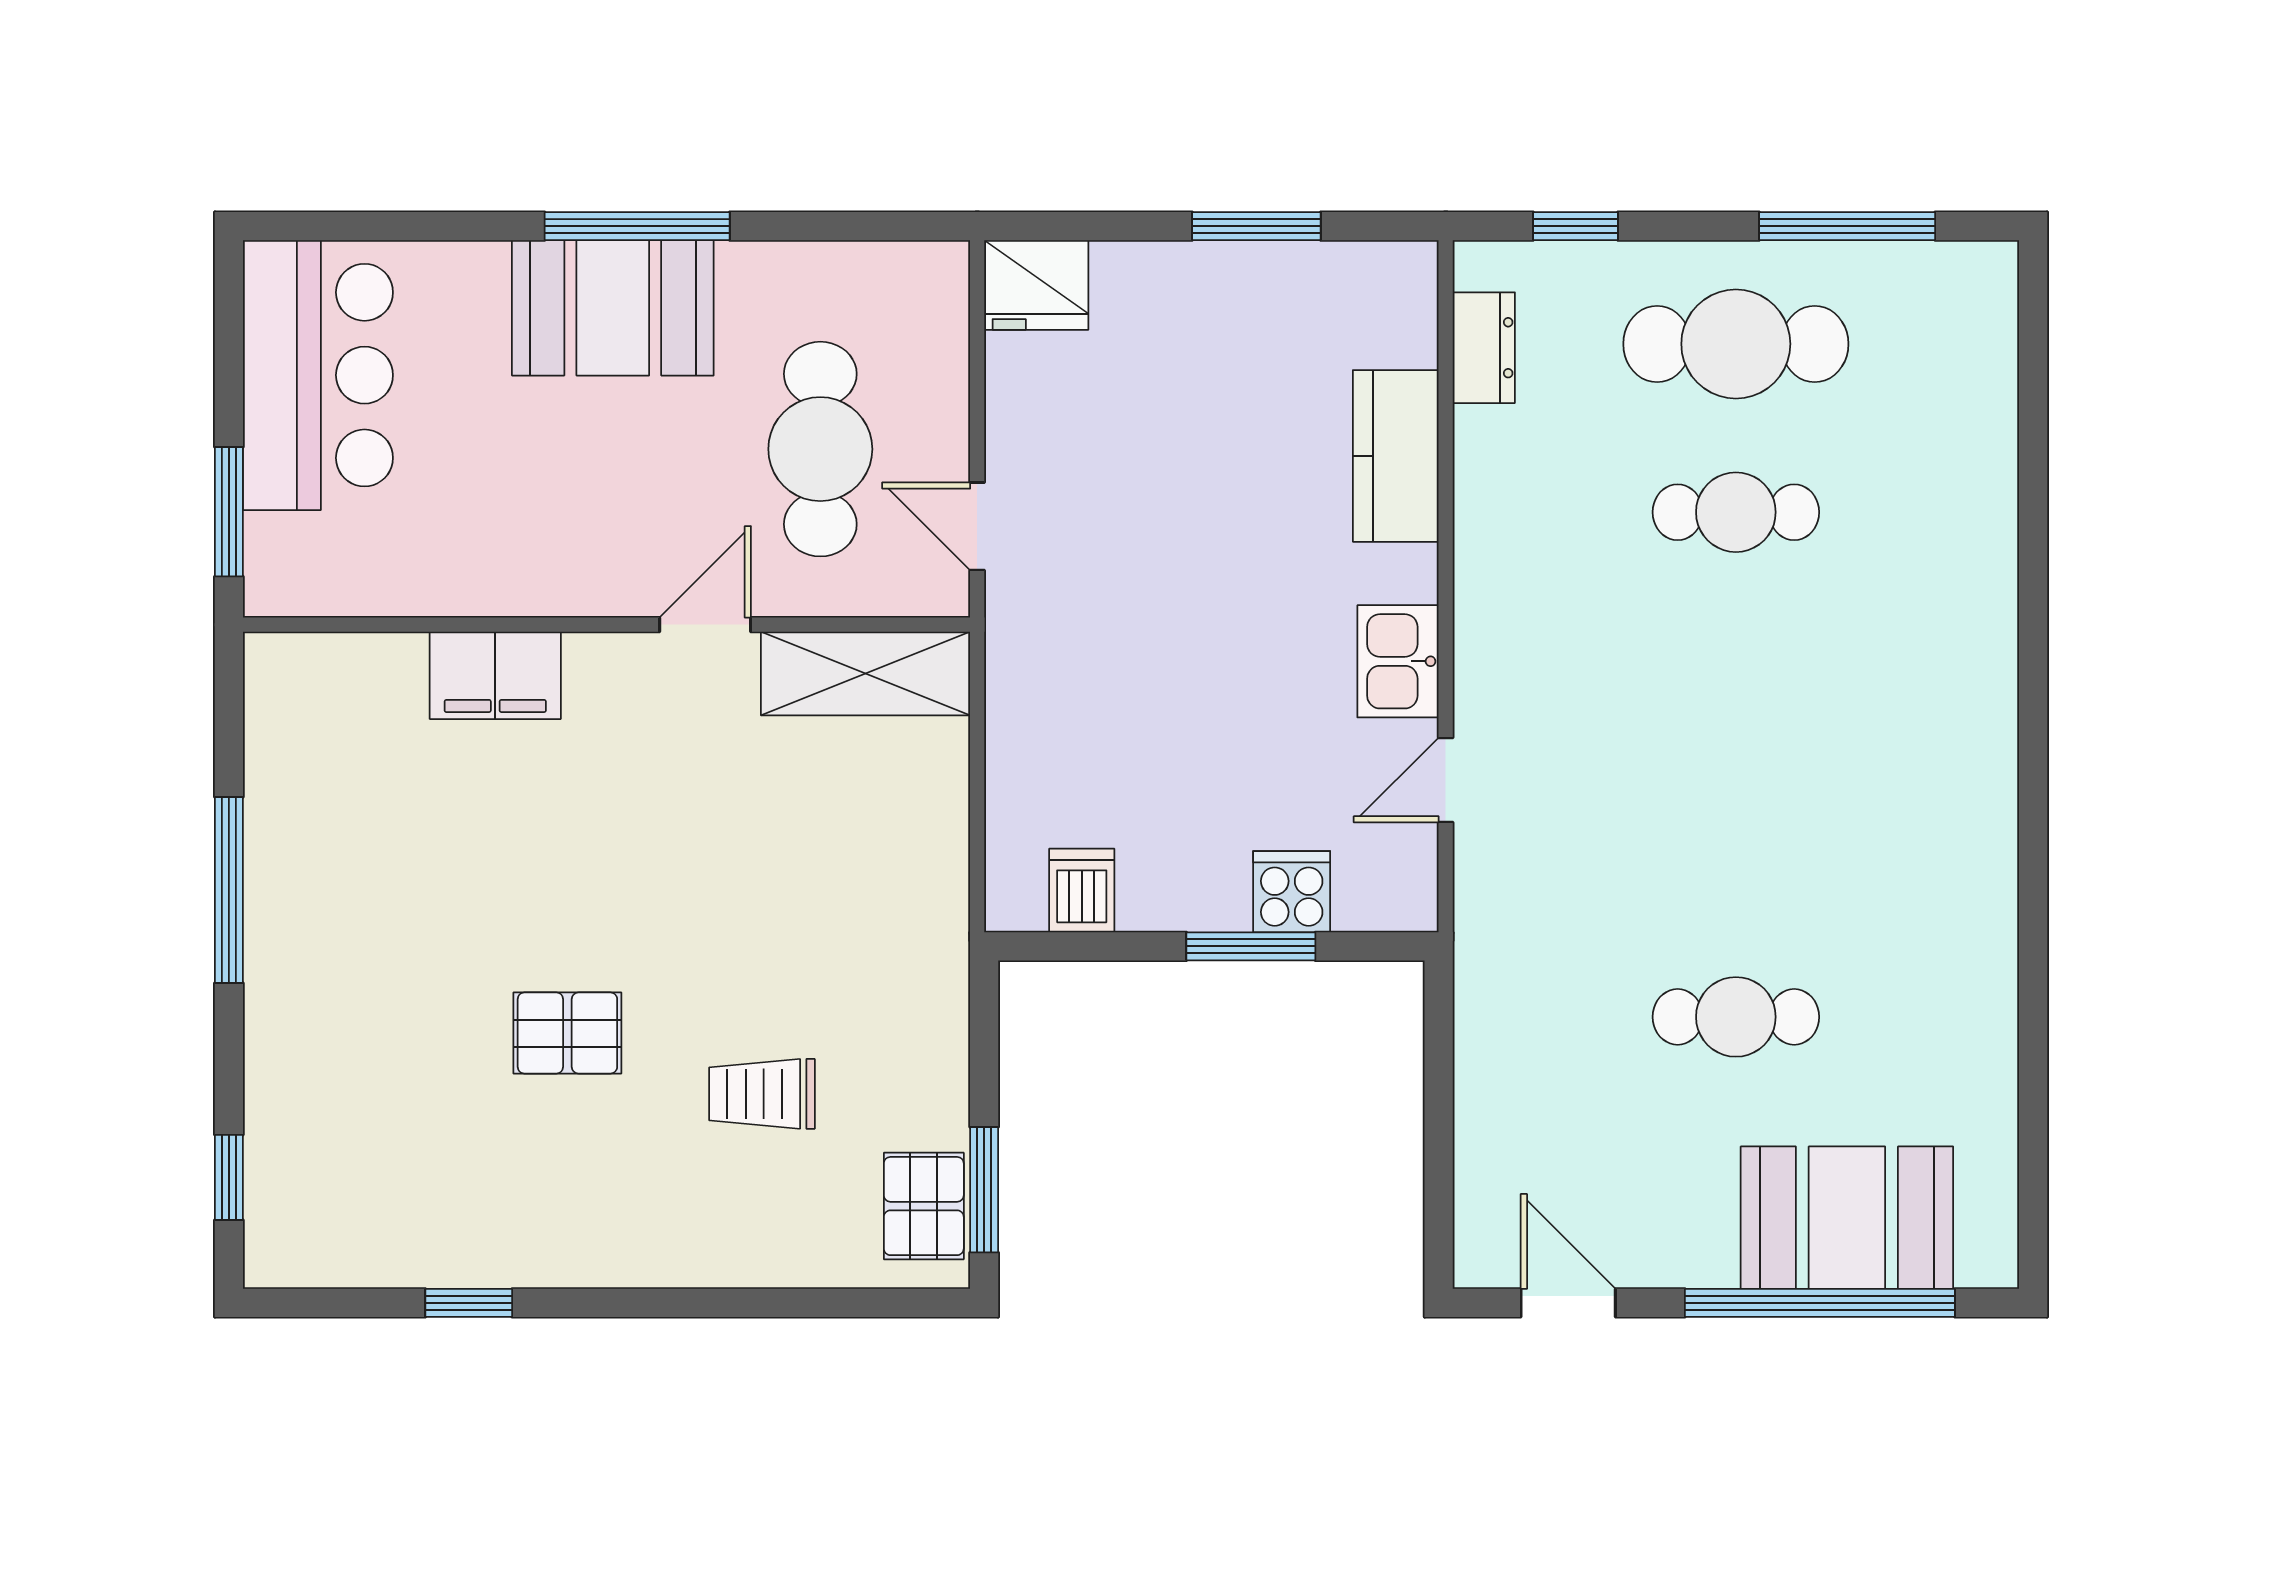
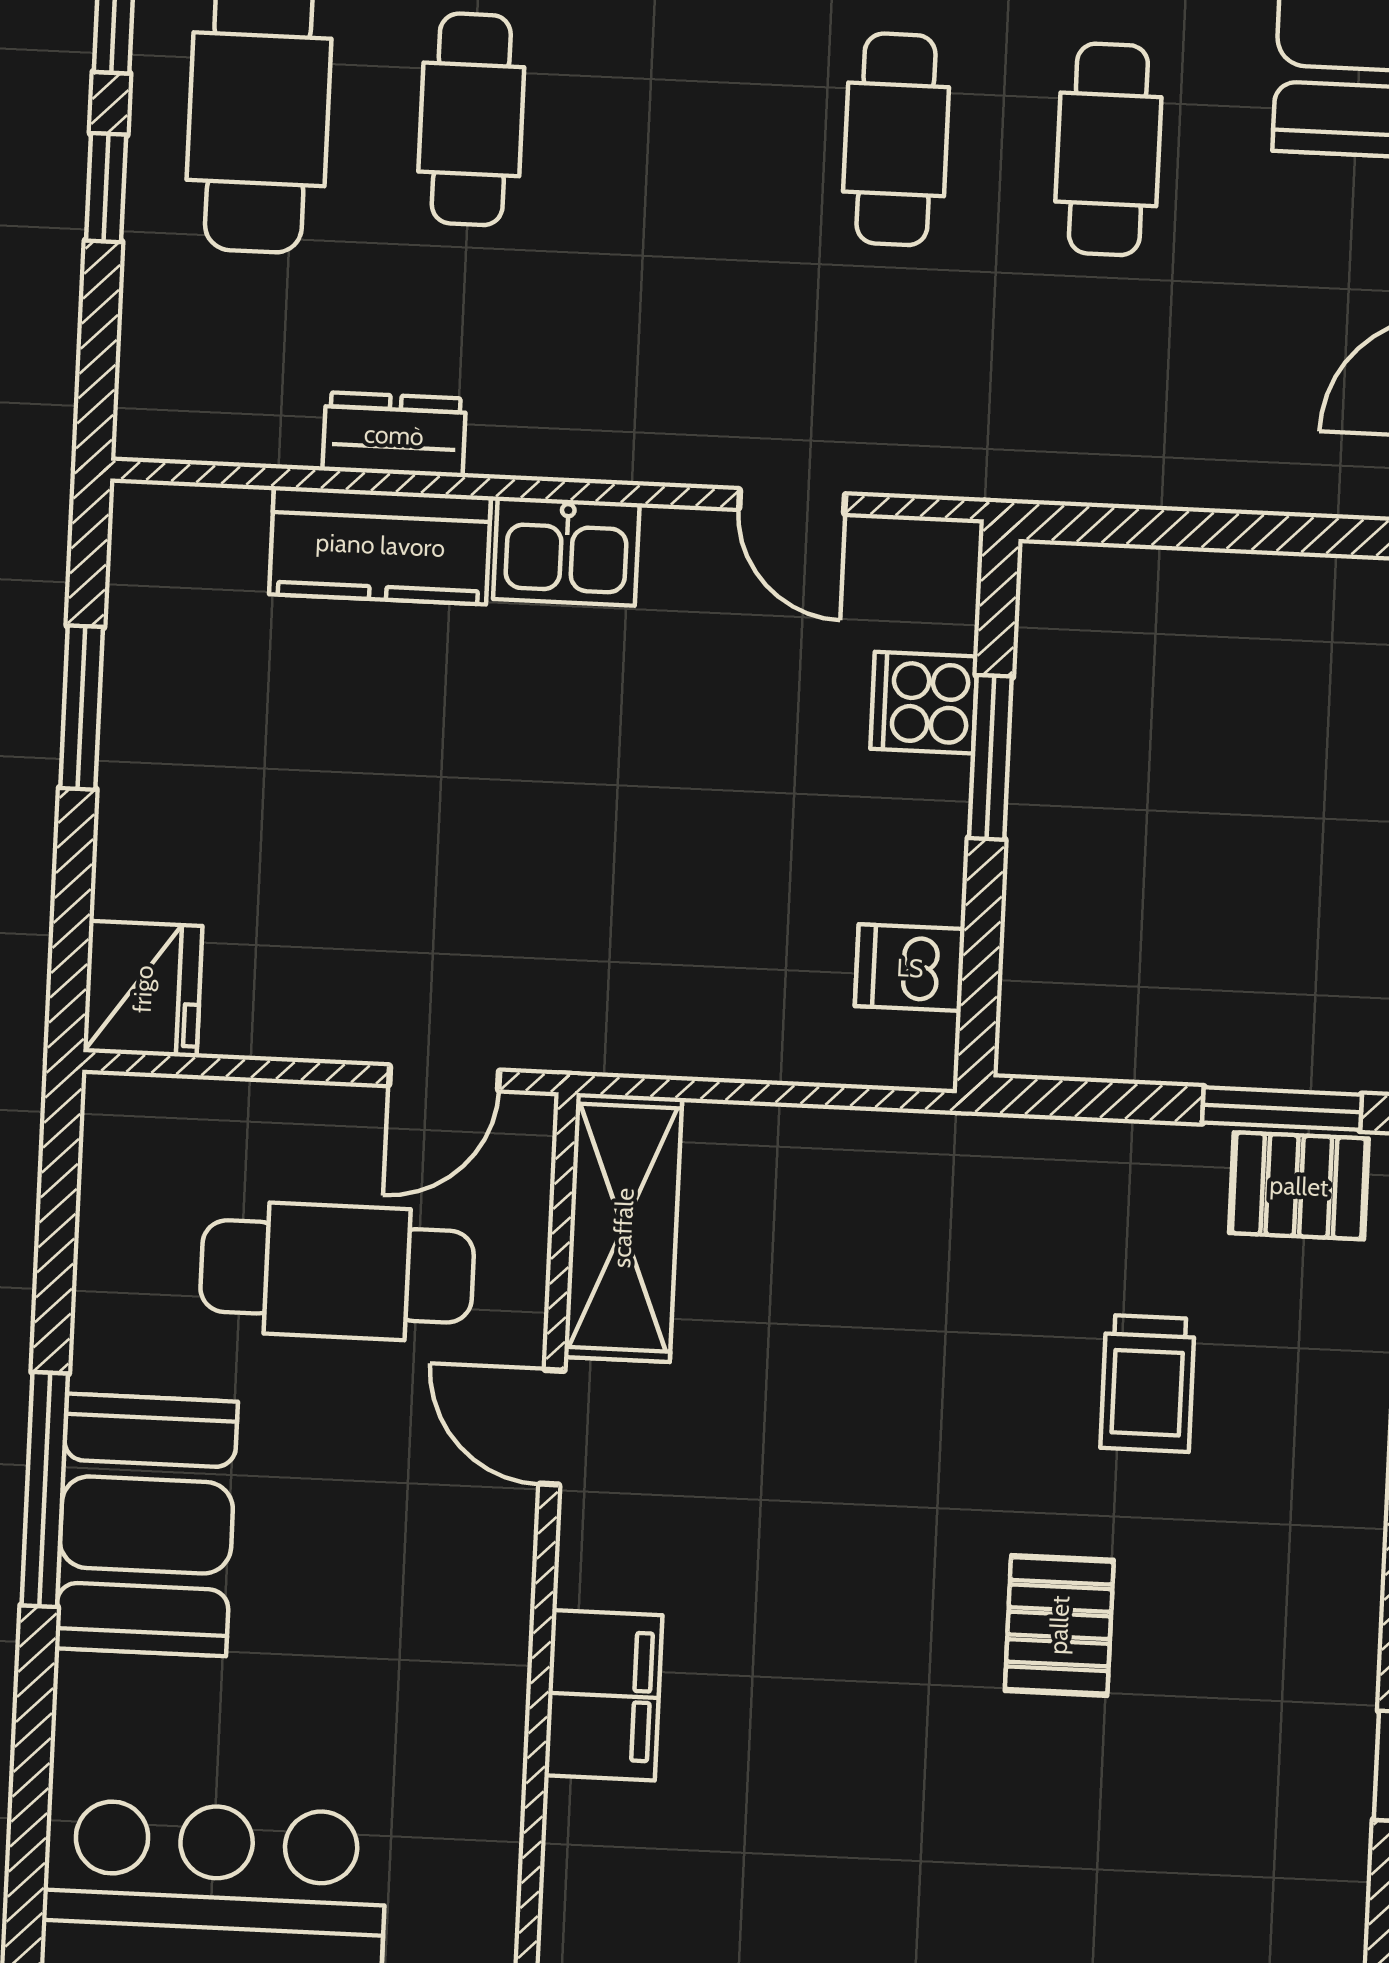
window: (1575, 226) -> (106, 188), moved
dresser: (1484, 348) -> (394, 435), moved
kitchen sink: (1398, 661) -> (566, 551), moved
cafe table: (1736, 849) -> (896, 139), added

